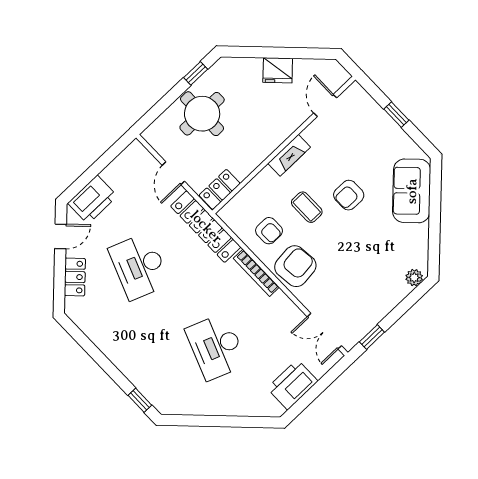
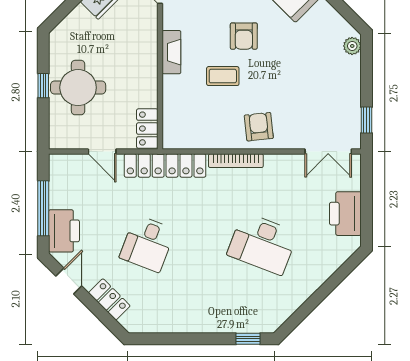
window: (196, 73) -> (43, 86), moved
window: (94, 170) -> (43, 208), added
armchair: (269, 231) -> (213, 121), removed
desk: (139, 266) -> (147, 244), width x0.73
armchair: (295, 266) -> (259, 127), width x0.72, depth x0.72

